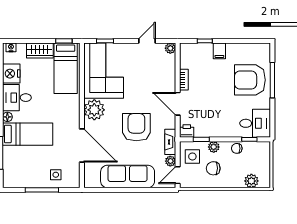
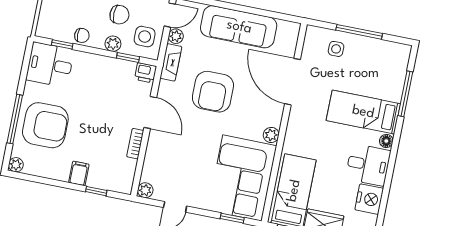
plant: (265, 48) -> (16, 165), added
plant: (94, 110) -> (271, 135), width x0.53, depth x0.53

